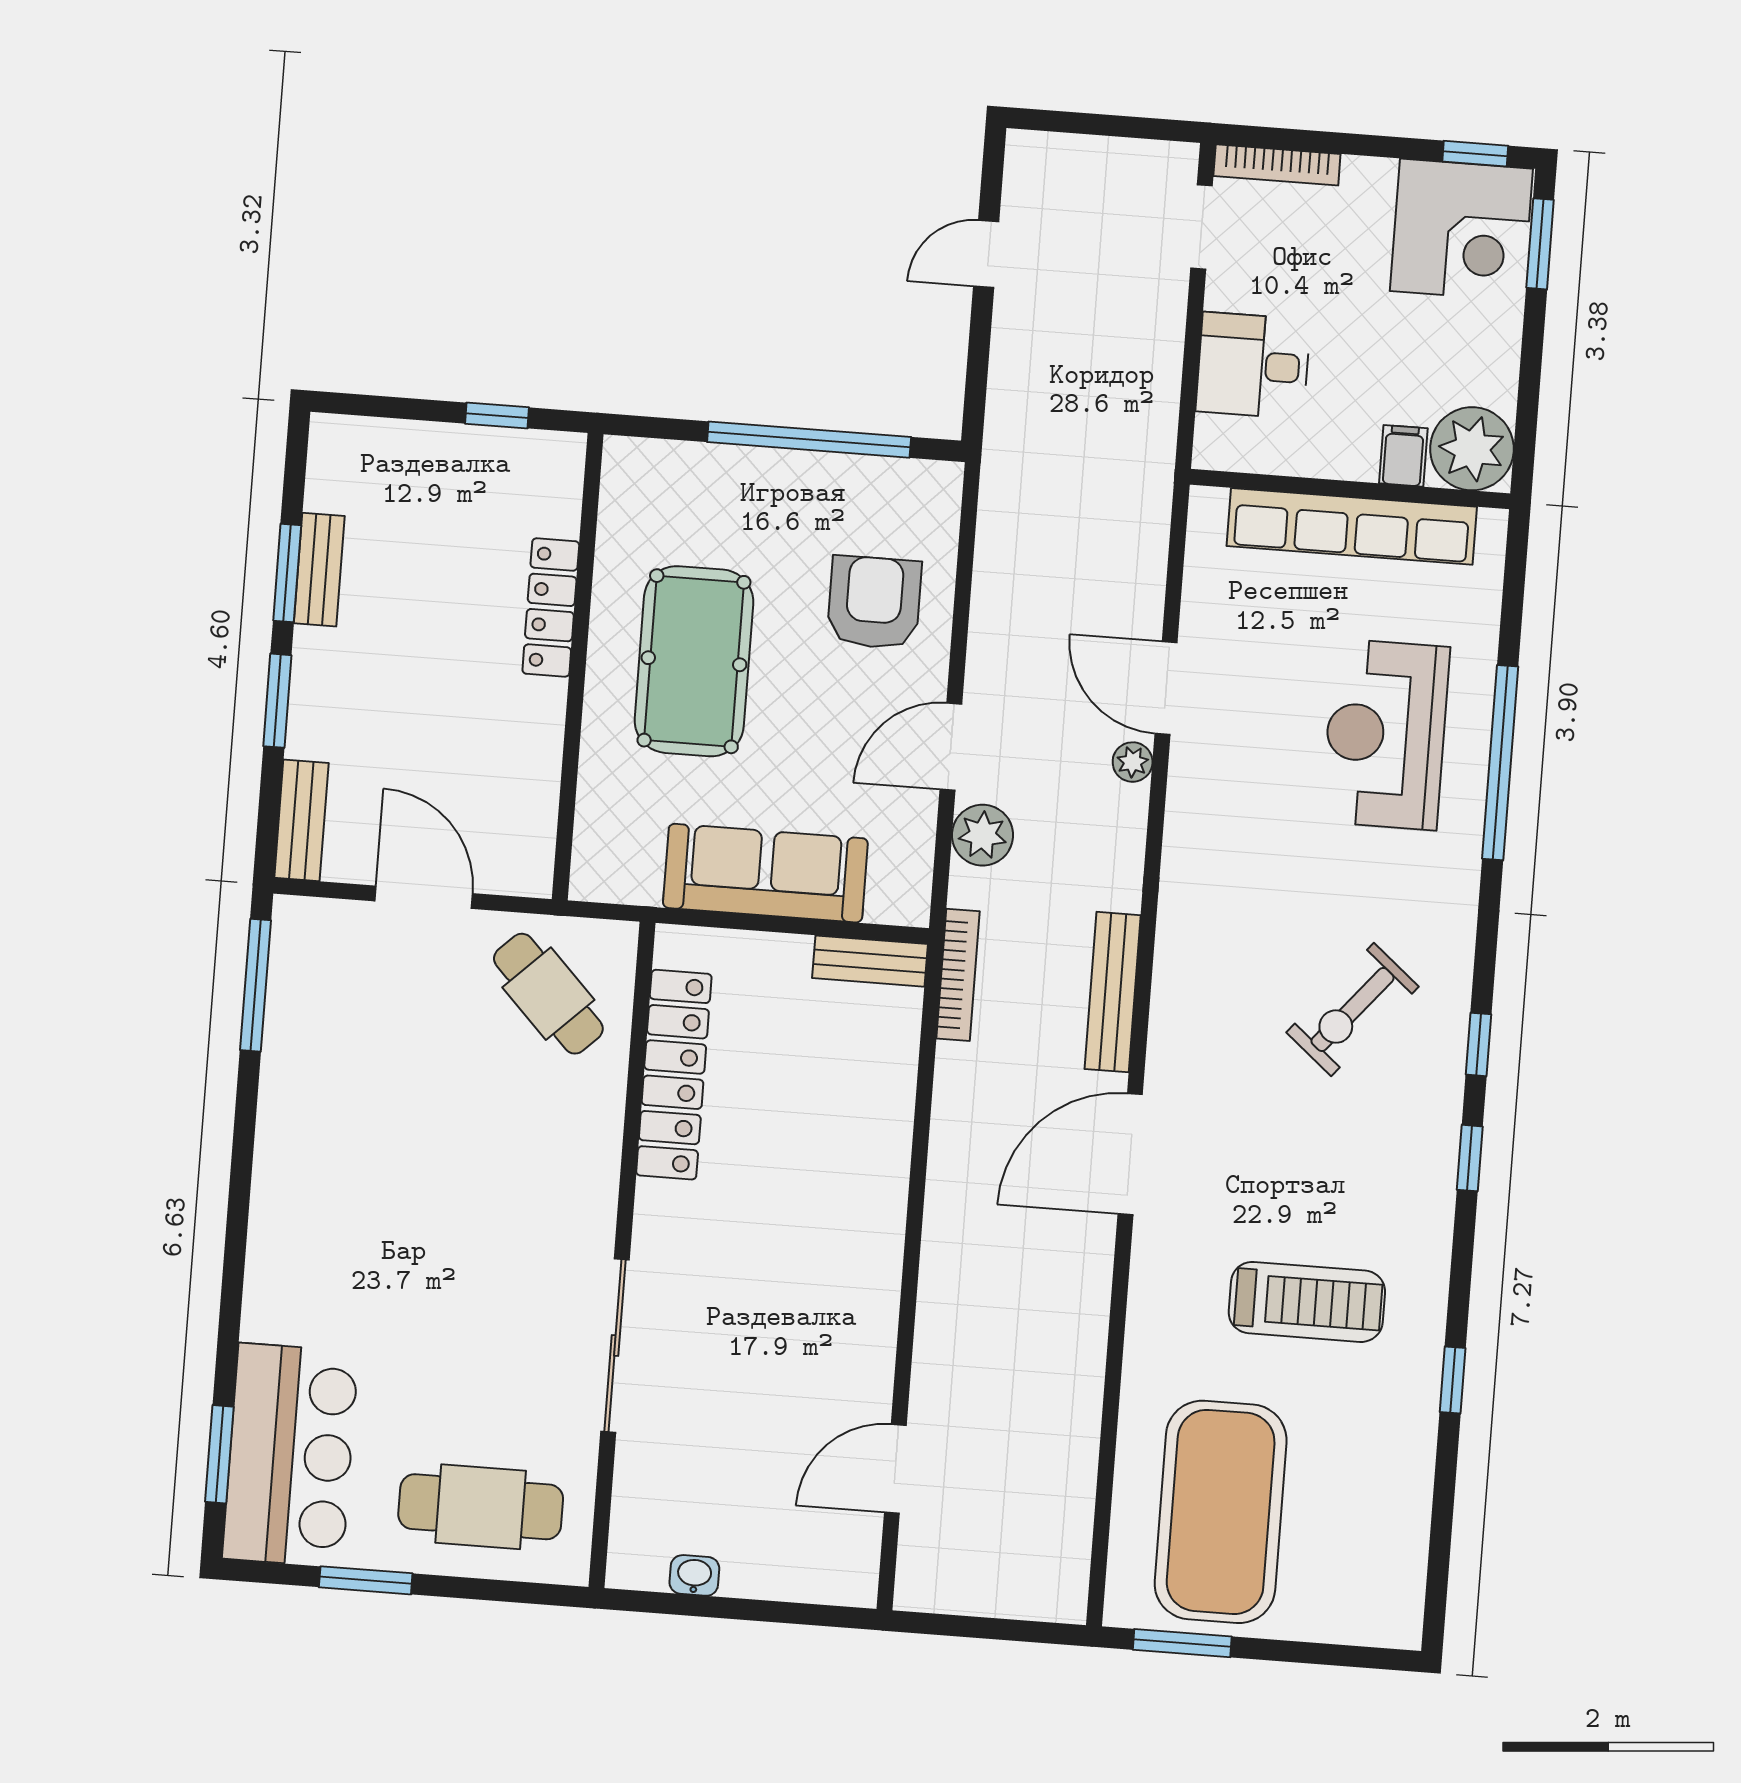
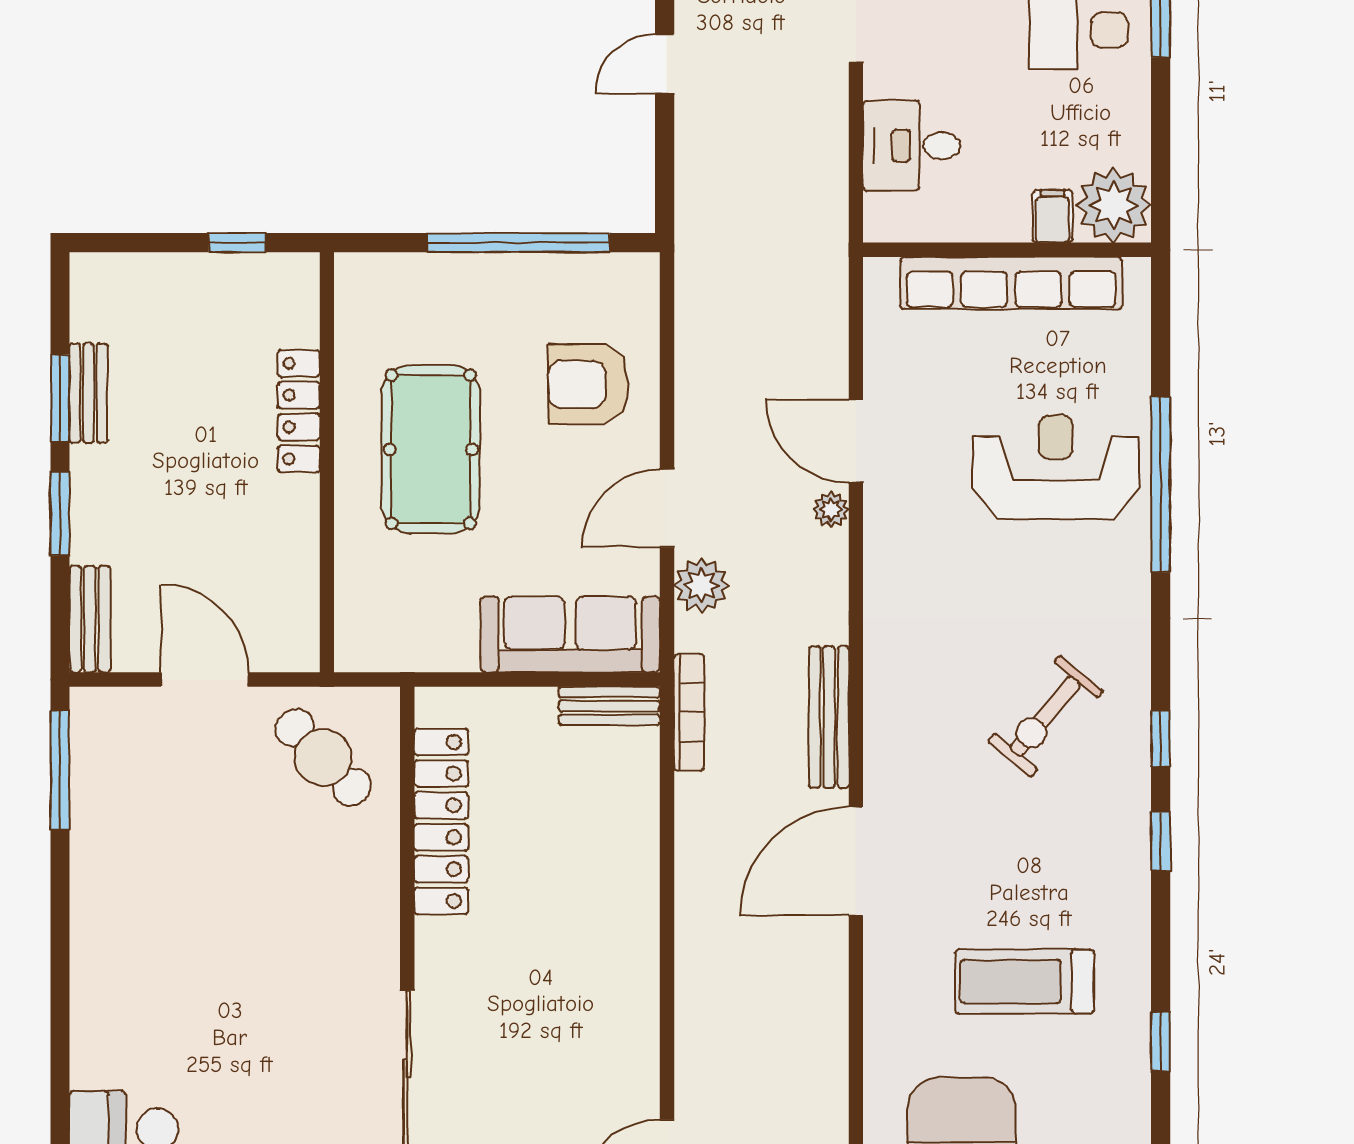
armchair: (874, 602) -> (588, 384), turned -90
reception desk: (1386, 734) -> (1056, 467), turned 90
sofa: (765, 873) -> (570, 634), moved
treadmill: (1307, 1302) -> (1024, 981), turned 180

